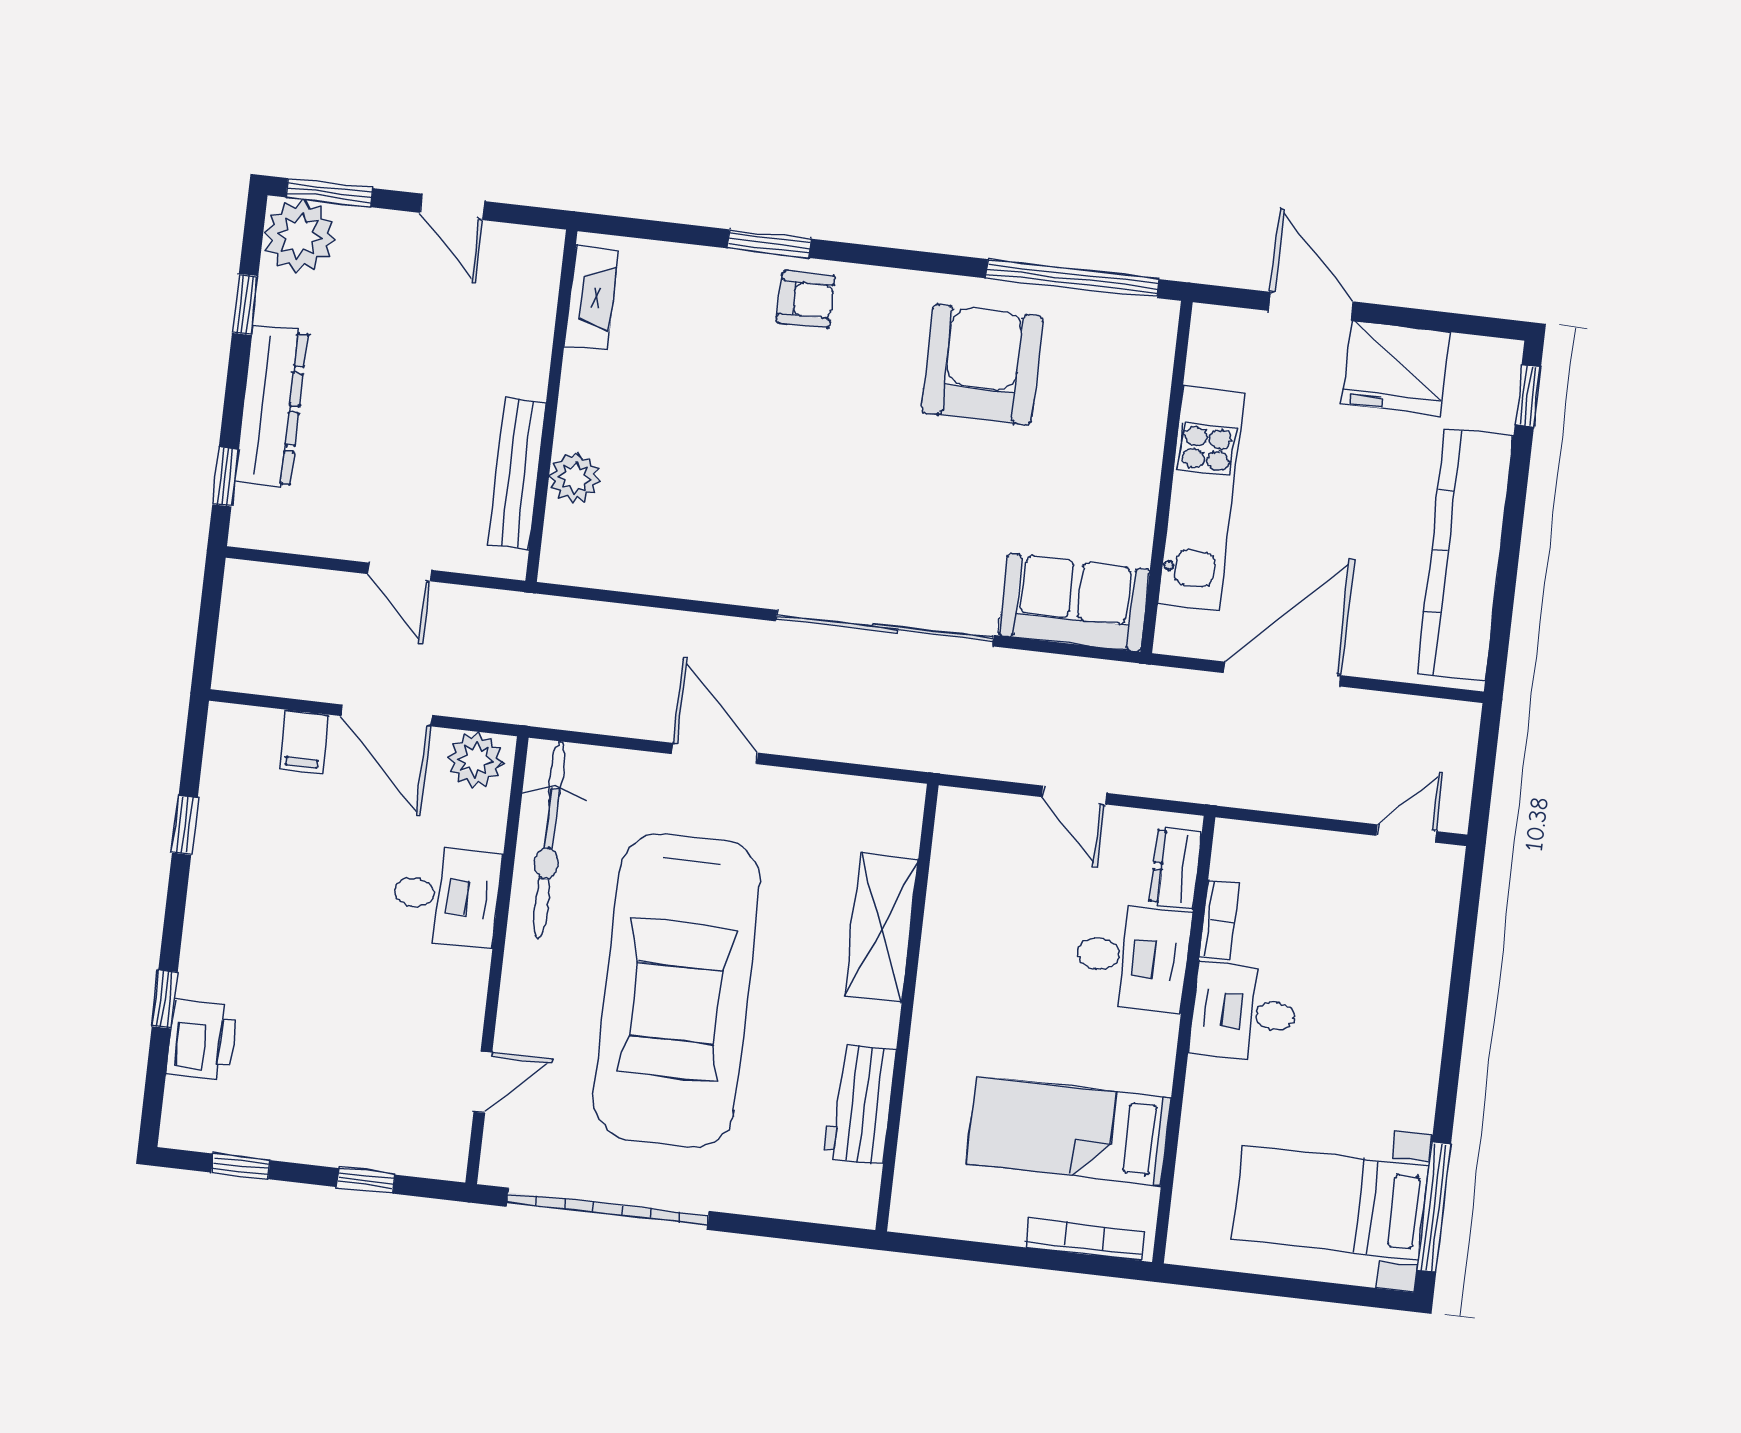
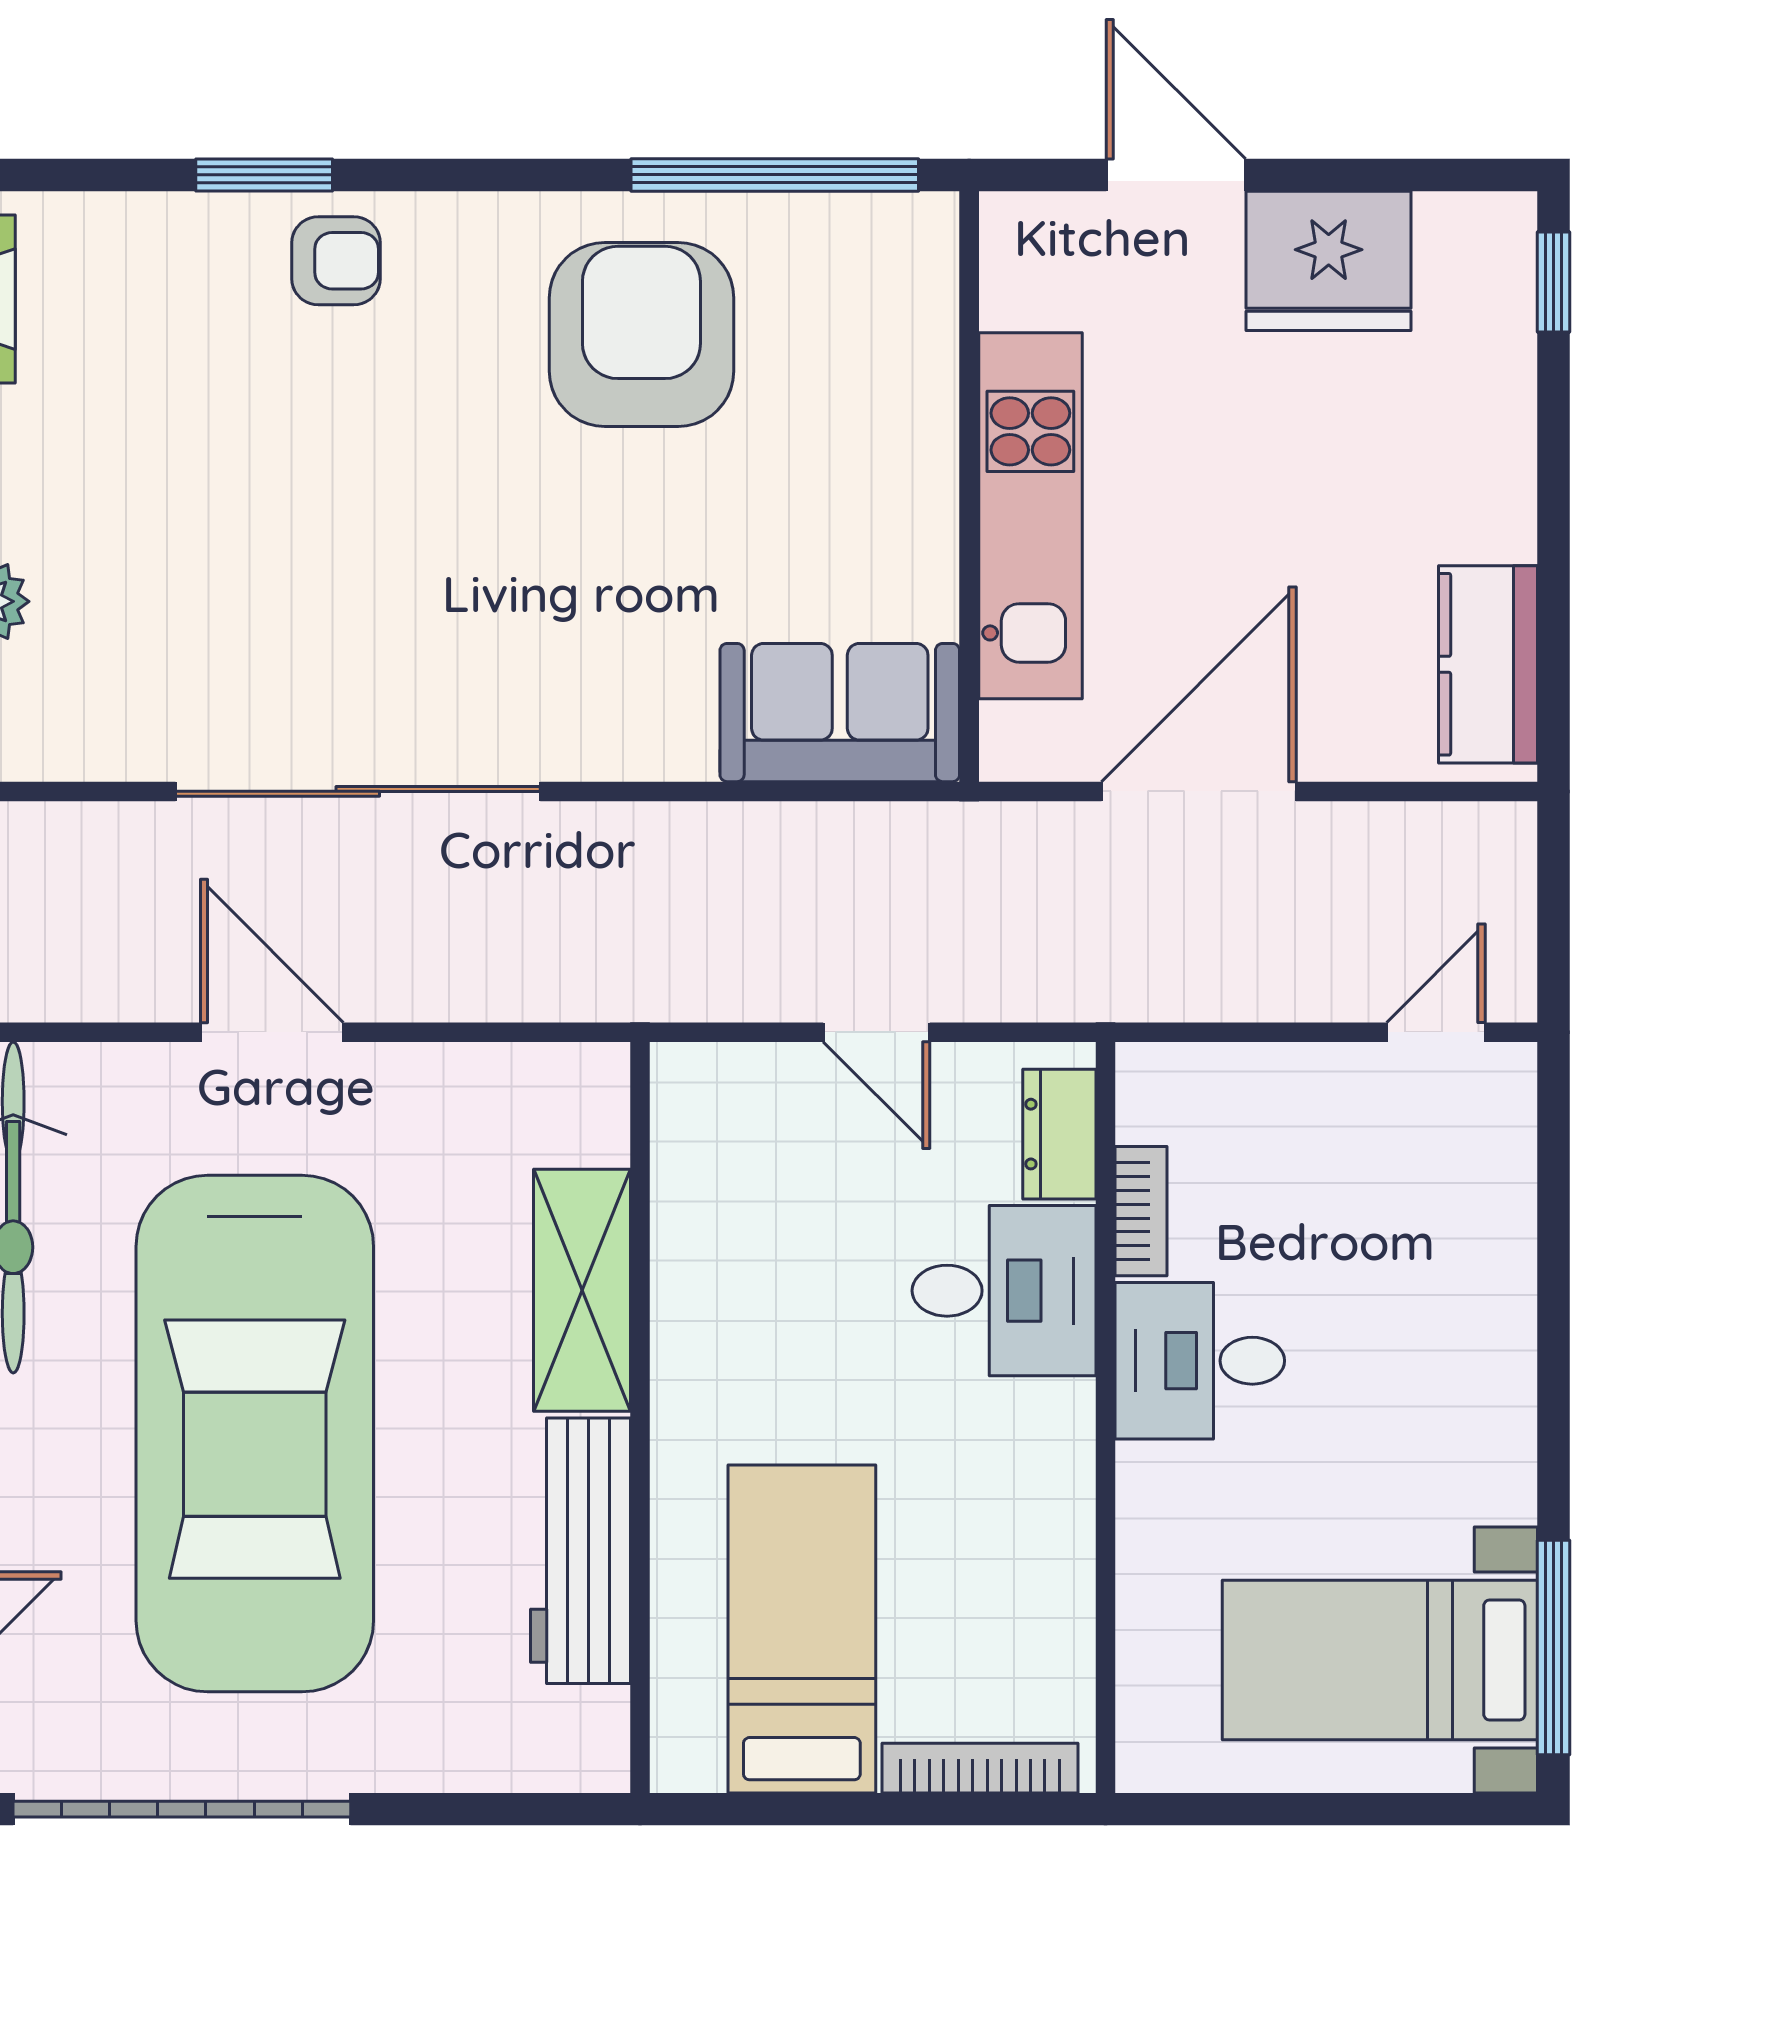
kitchen counter: (1465, 554) -> (1488, 664), width x0.48, depth x0.86
sliding door: (885, 628) -> (358, 791), moved
workbench: (860, 1104) -> (580, 1551), width x1.38
bed: (1069, 1131) -> (802, 1629), moved, turned 90

